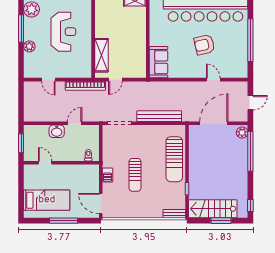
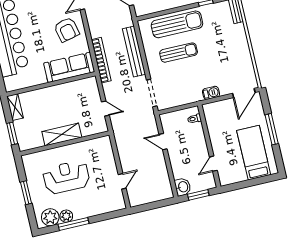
armchair: (204, 45) -> (67, 30), moved
plant: (29, 46) -> (66, 216), moved
shelving: (101, 55) -> (62, 134), moved
sofa: (159, 62) -> (69, 67), width x1.36
bookcase: (85, 86) -> (101, 60), moved
washbasin: (57, 131) -> (183, 187), moved
sun lounger: (135, 175) -> (179, 53), moved

